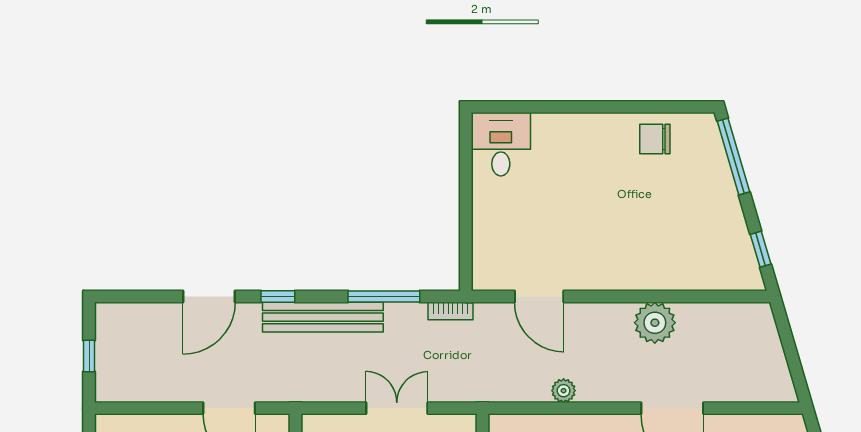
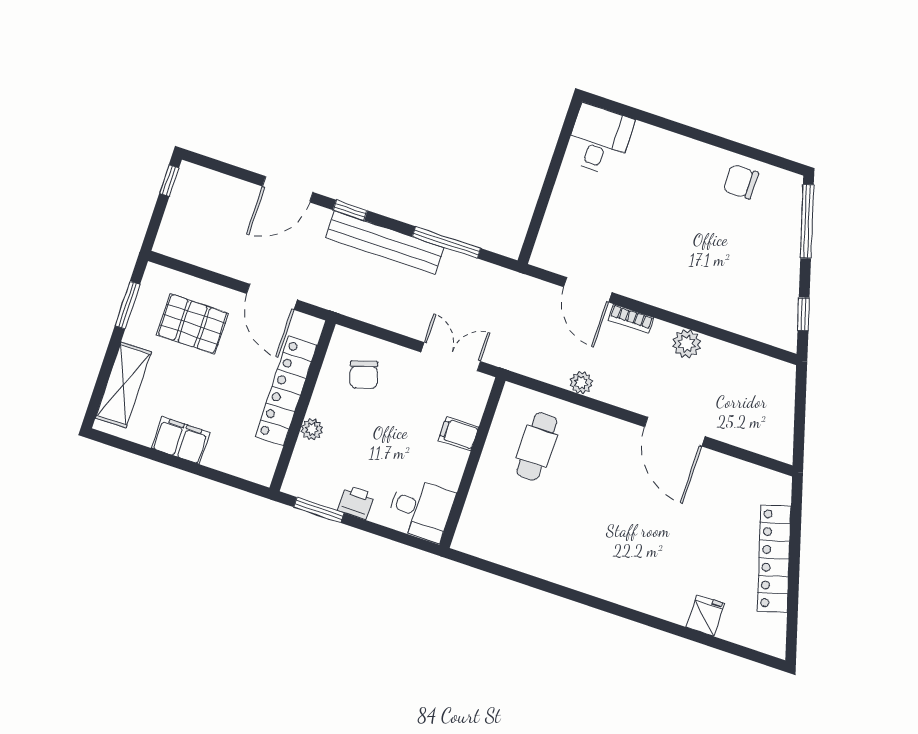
bookcase: (451, 311) -> (631, 319), moved
plant: (655, 323) -> (687, 344), width x0.73, depth x0.73
window: (89, 356) -> (169, 181), moved
double door: (397, 408) -> (451, 357), moved

